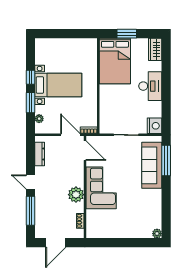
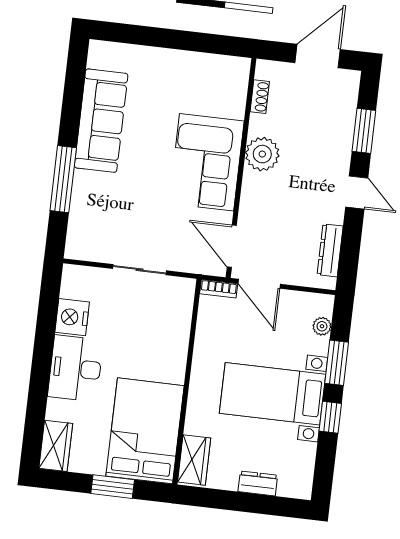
dresser: (60, 43) -> (258, 483), added
wardrobe: (91, 50) -> (194, 460), added
nightstand: (155, 126) -> (72, 317), moved
window: (166, 161) -> (63, 179), moved
sofa: (152, 165) -> (101, 121), moved
window: (31, 211) -> (364, 131), width x0.69
plant: (157, 234) -> (98, 50), removed

